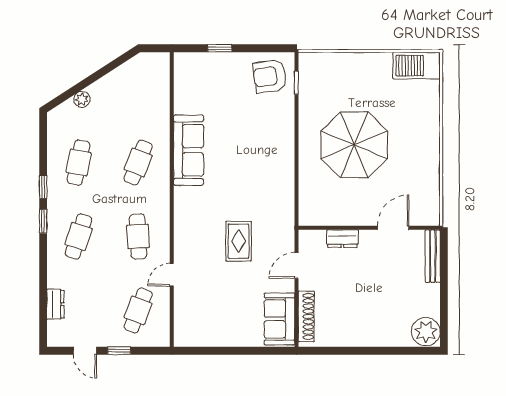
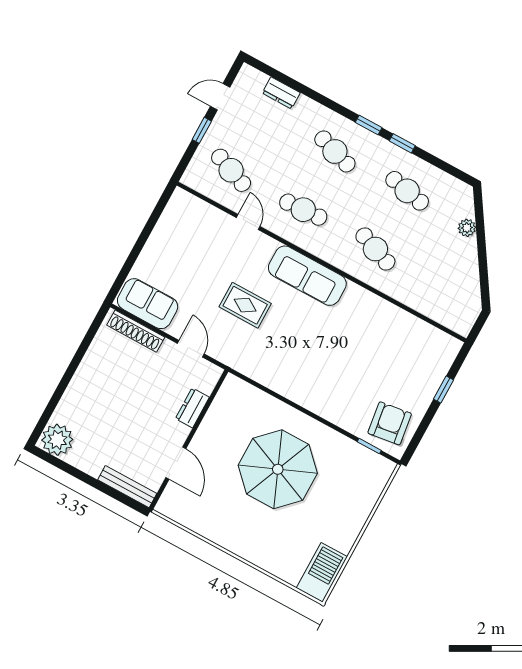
sofa: (189, 150) -> (307, 276), moved

